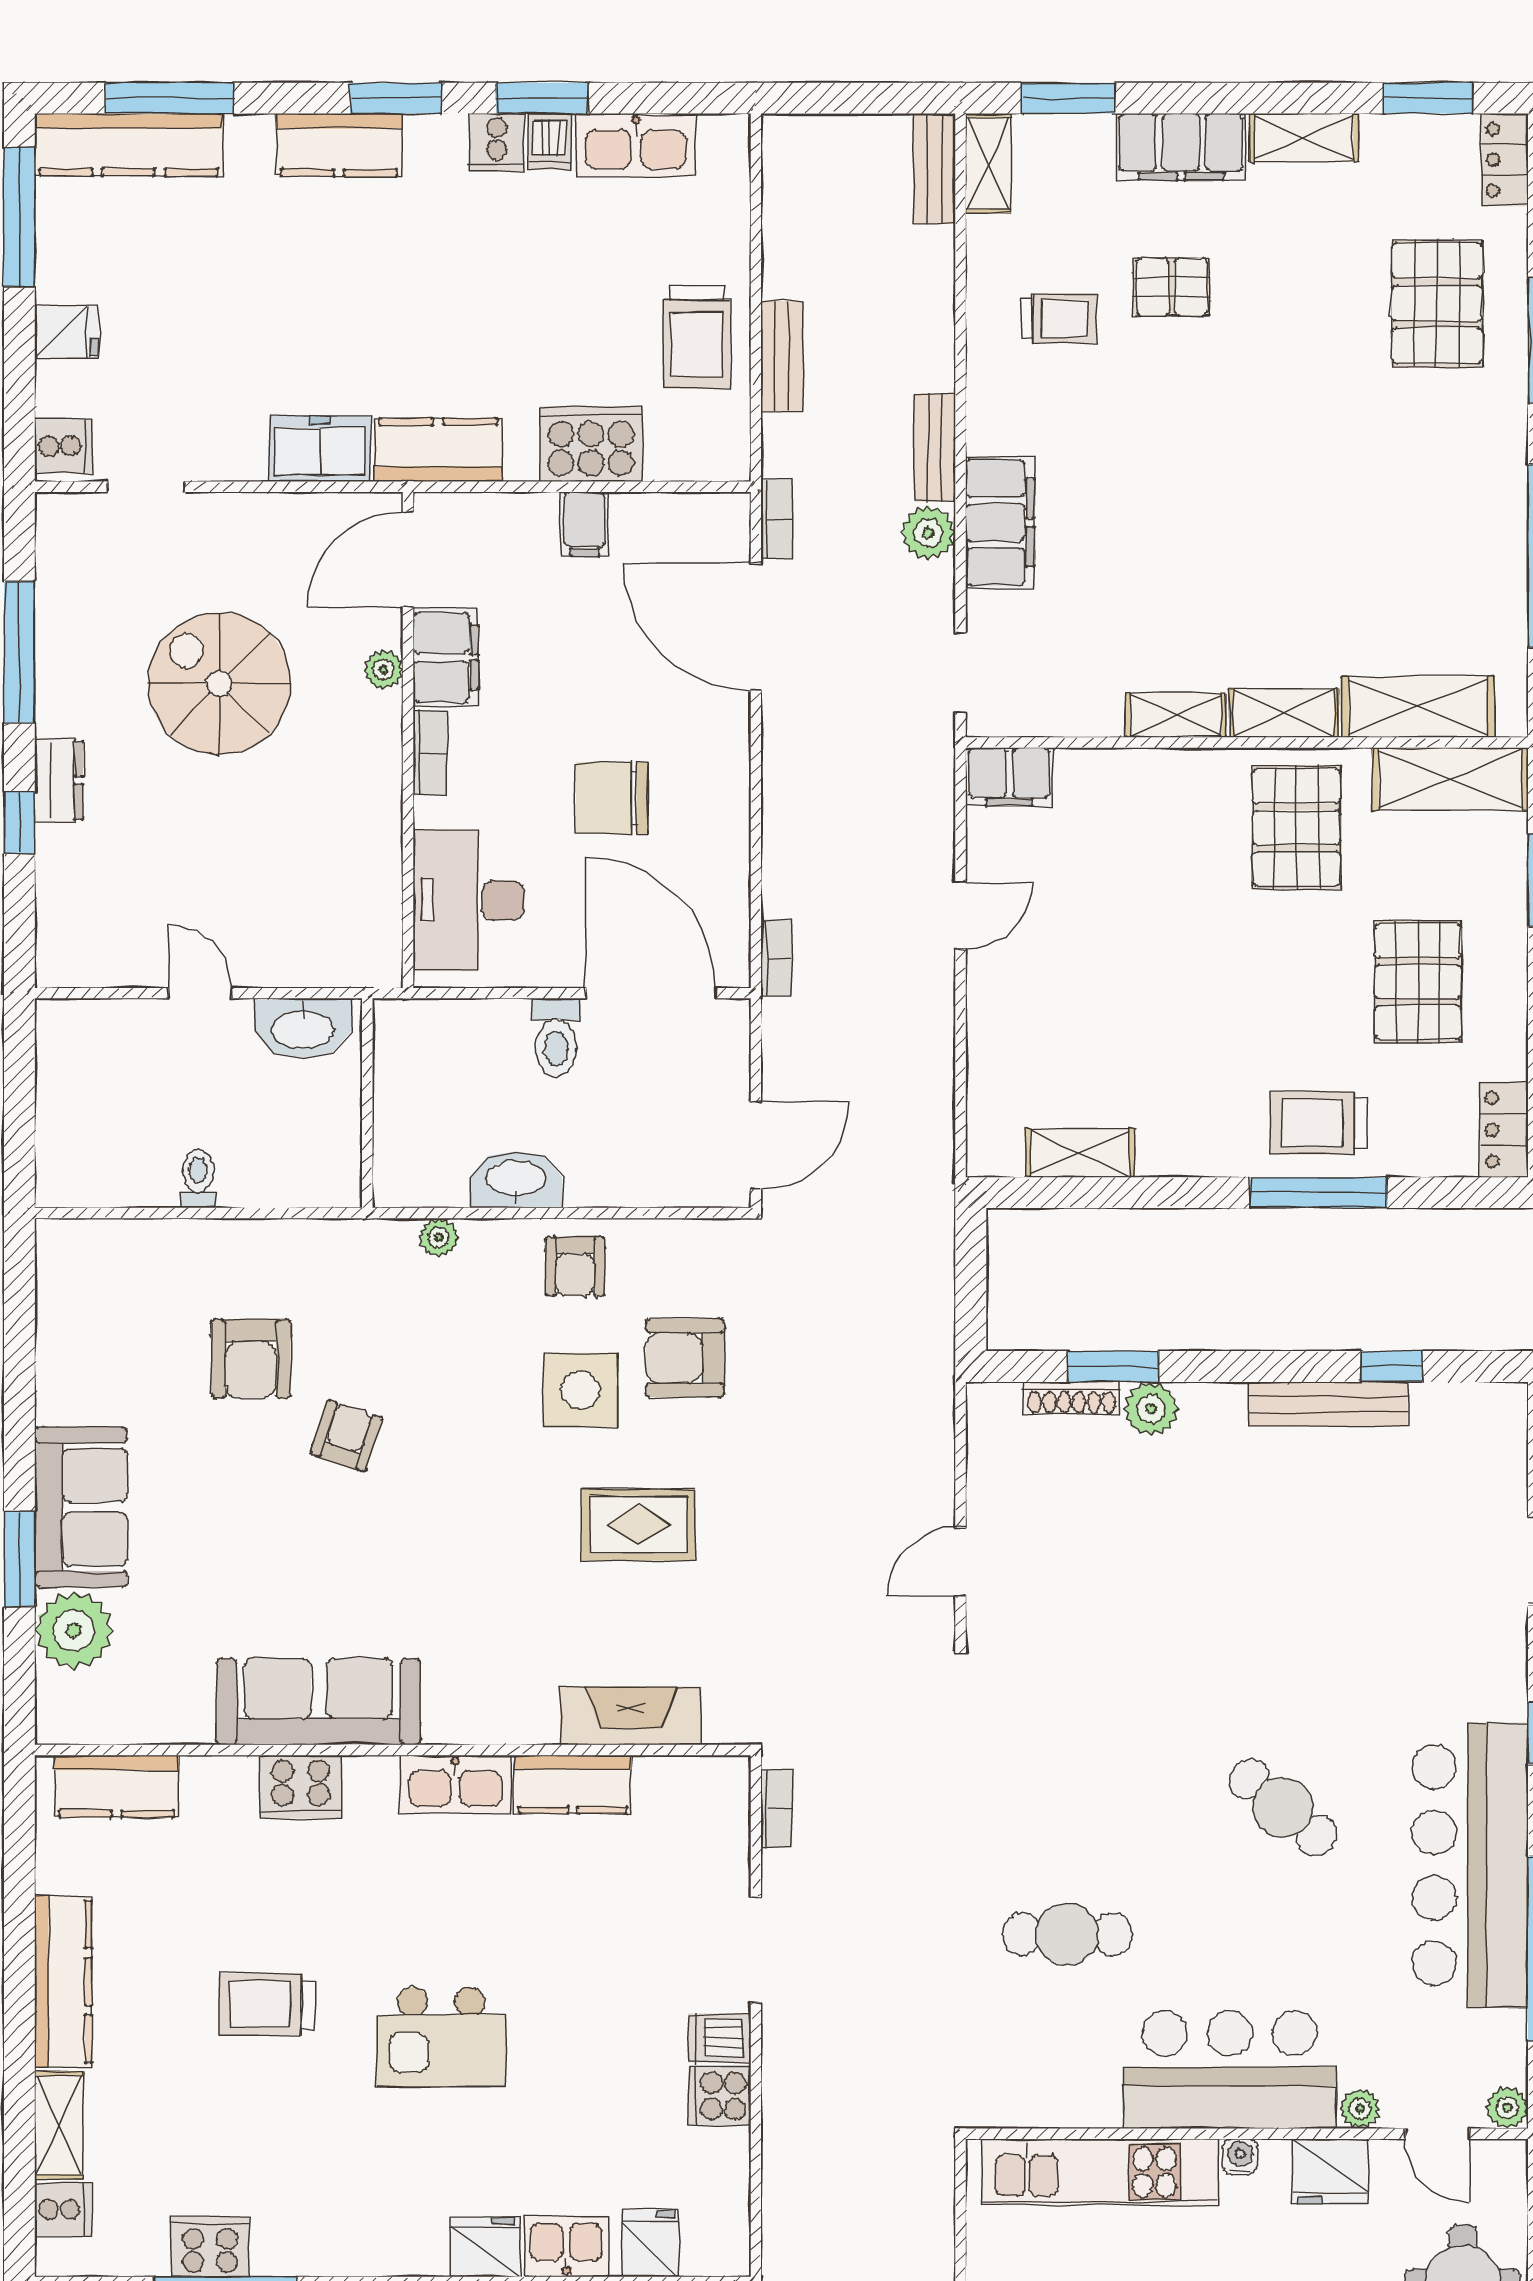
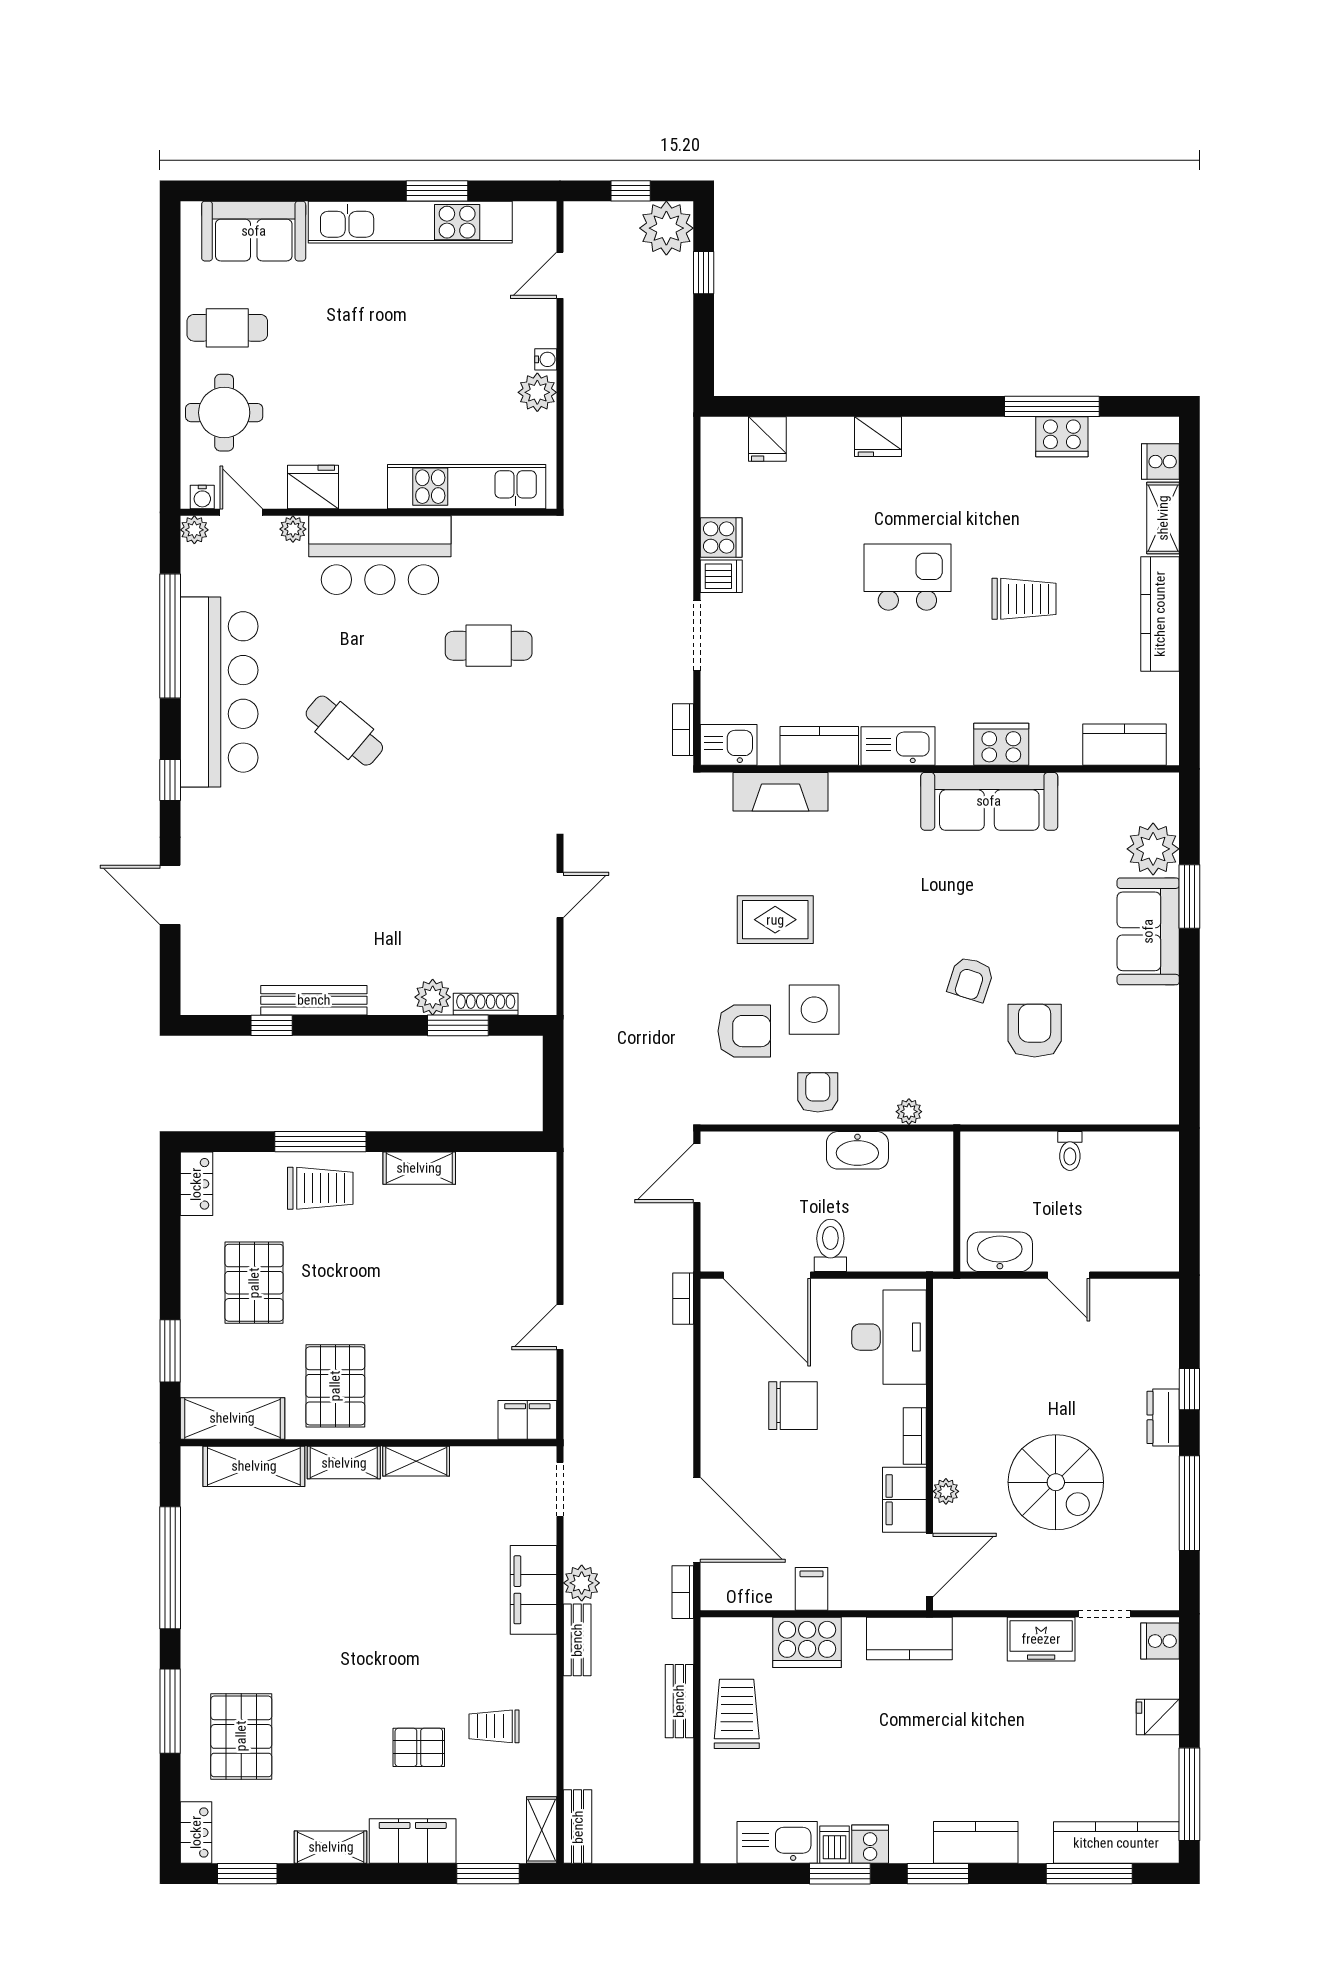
freezer: (320, 449) -> (1041, 1639), moved
shelving: (1080, 1153) -> (419, 1168), moved
water cooler: (1240, 2157) -> (202, 497), moved
kitchen sink: (566, 2246) -> (729, 745), moved, turned 180

